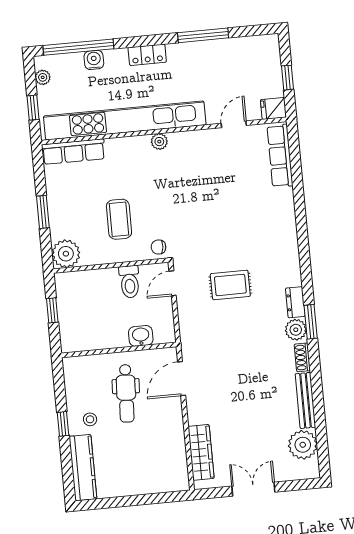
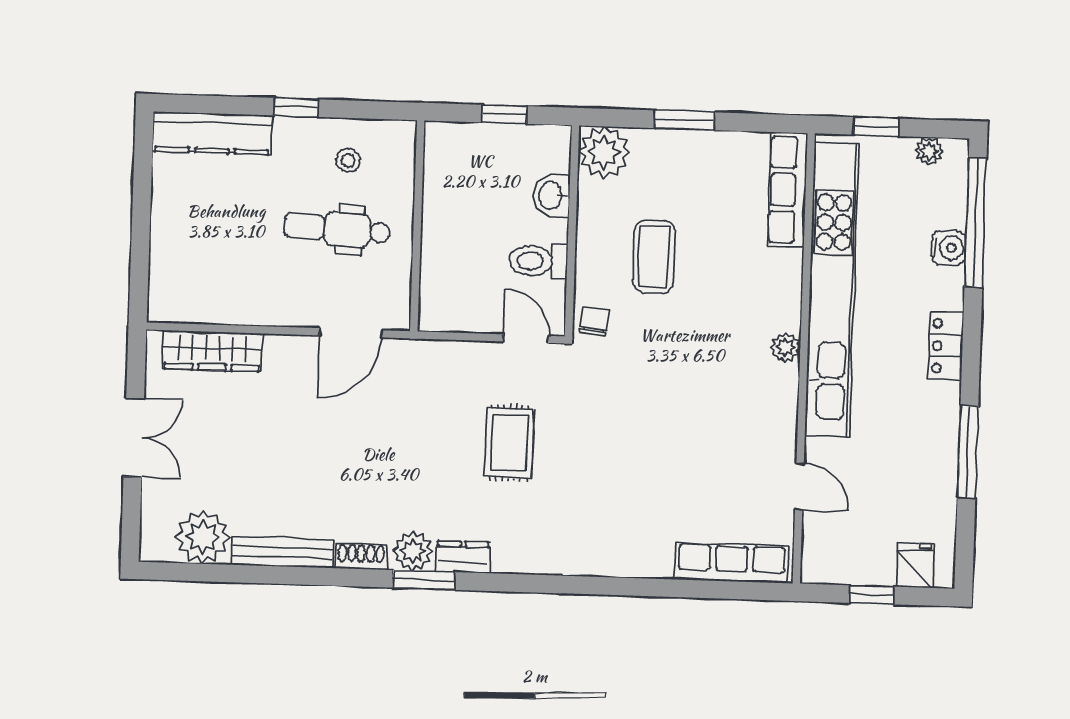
fridge: (273, 108) -> (915, 565), moved
coffee table: (119, 219) -> (654, 256), turned 90
washbasin: (141, 336) -> (551, 195), moved, turned 180
door: (182, 379) -> (351, 333), swing flipped
stool: (90, 419) -> (348, 160), moved

